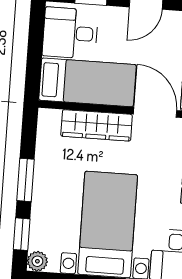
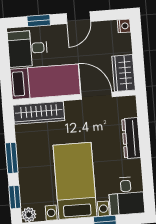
wardrobe: (97, 125) -> (39, 113), moved

